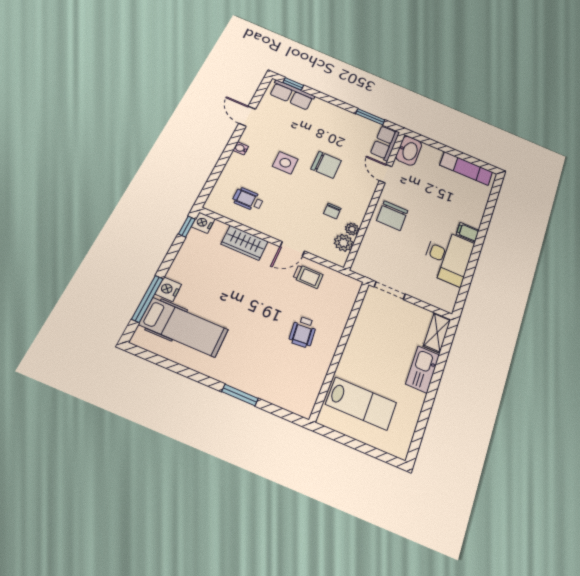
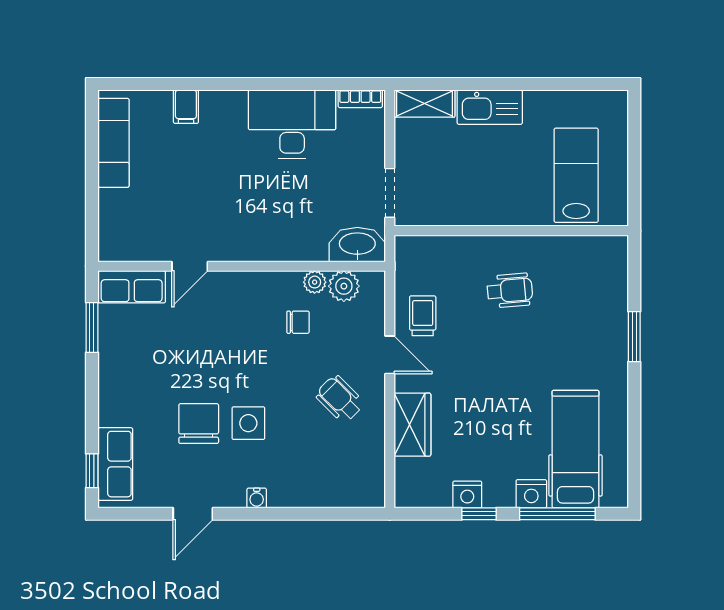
washbasin: (409, 151) -> (357, 245), moved
chair: (326, 165) -> (199, 424), moved
wheelchair: (248, 199) -> (340, 399), moved, turned 135
chair: (392, 216) -> (261, 231), removed
nightstand: (203, 223) -> (467, 494), moved
window: (187, 227) -> (479, 514), moved
filing cabinet: (468, 232) -> (186, 107), moved
bookcase: (451, 299) -> (360, 99), added

